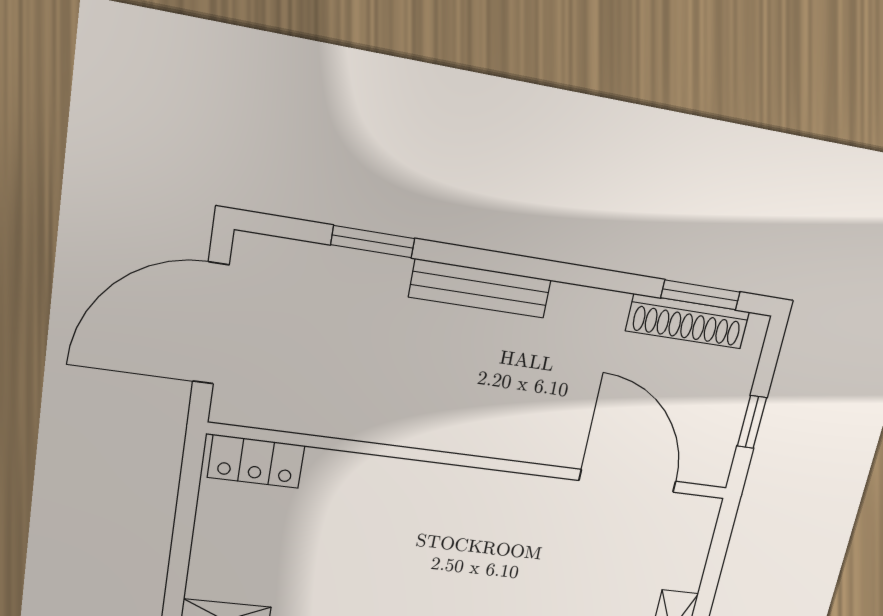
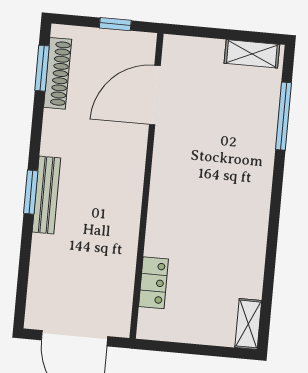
window: (373, 242) -> (31, 192), moved
locker: (256, 461) -> (154, 283), moved

